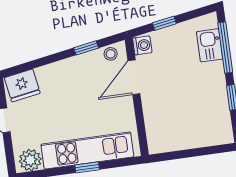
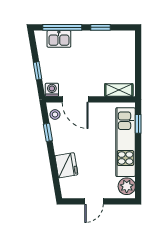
fridge: (22, 85) -> (66, 165), moved
shelving: (154, 133) -> (119, 90), added
window: (87, 167) -> (138, 124), moved

